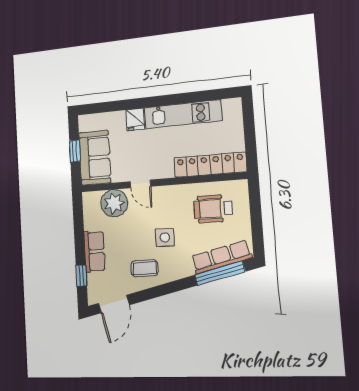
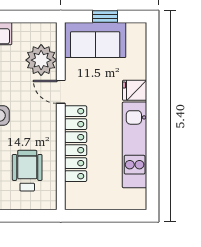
locker: (210, 165) -> (76, 144), moved
door: (140, 184) -> (61, 92), hinge flipped

